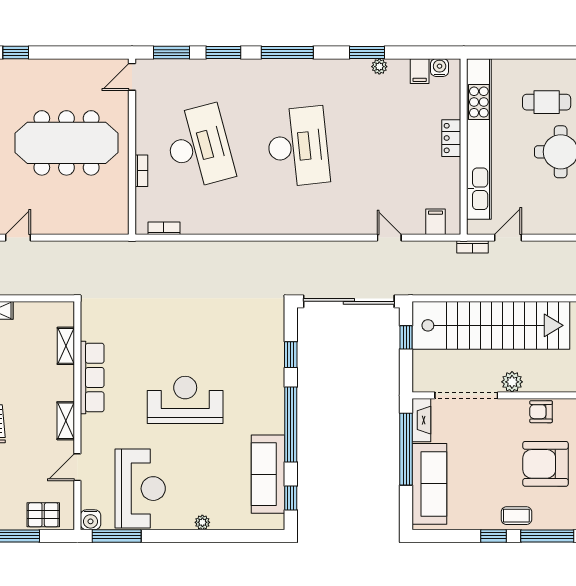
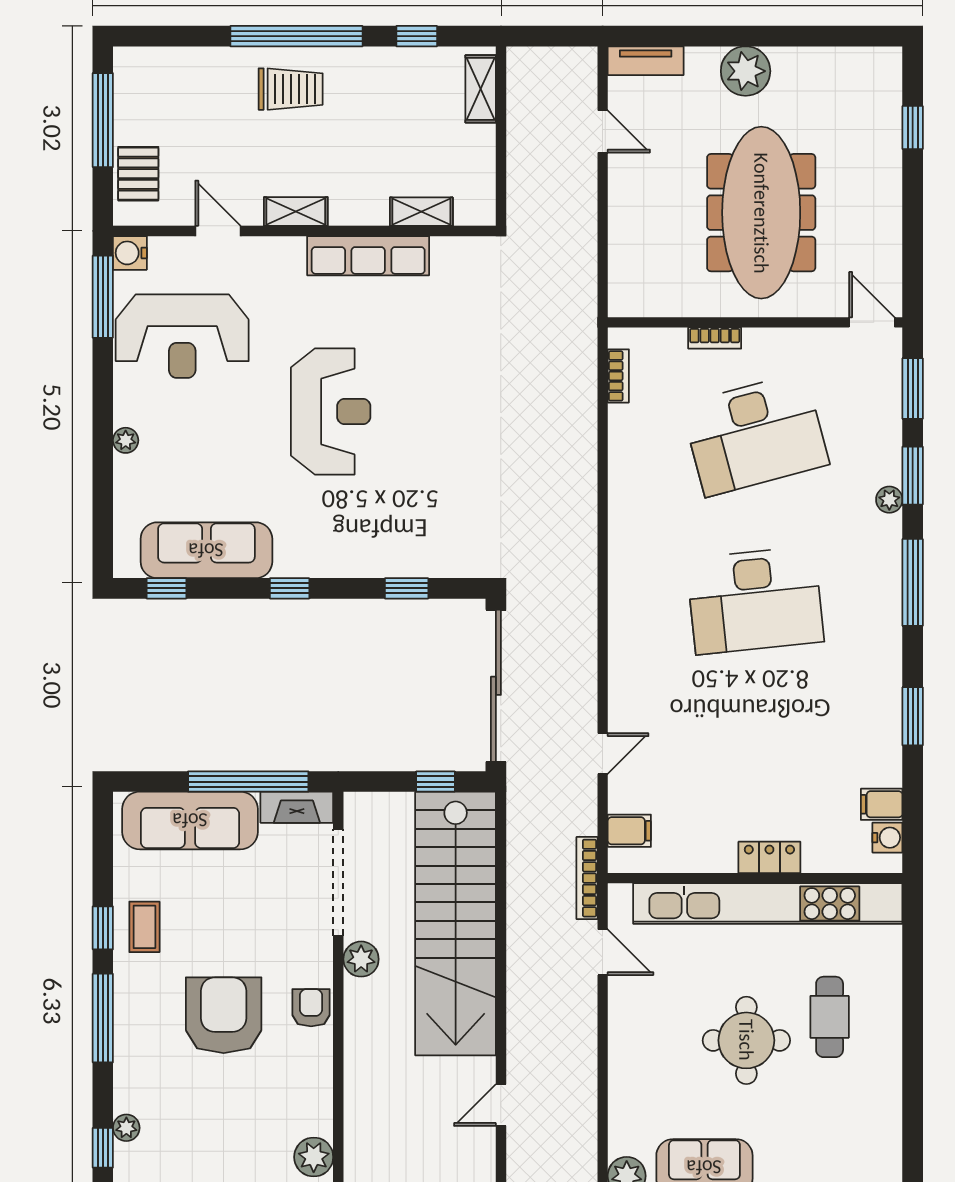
plant: (379, 67) -> (889, 500), moved
bookcase: (472, 247) -> (587, 878), width x1.56
window: (291, 424) -> (290, 588), width x0.32
coffee table: (516, 516) -> (144, 927), moved

